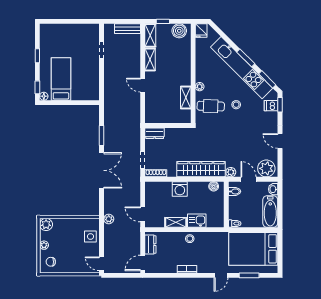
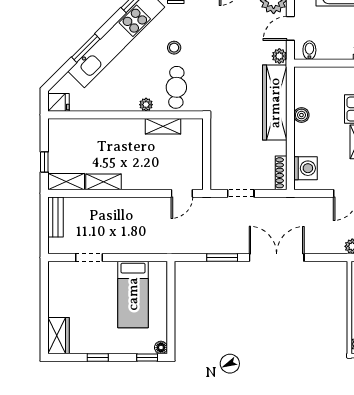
wardrobe: (51, 30) -> (58, 336), added
boiler: (179, 31) -> (59, 136), removed
window: (246, 58) -> (86, 48), moved
bed: (61, 79) -> (133, 294), moved, turned -90
door: (143, 85) -> (182, 193), moved
dresser: (155, 133) -> (219, 175), removed
doorway: (143, 160) -> (241, 193), moved
boiler: (214, 186) -> (301, 115), moved
washing machine: (180, 189) -> (306, 168), moved

